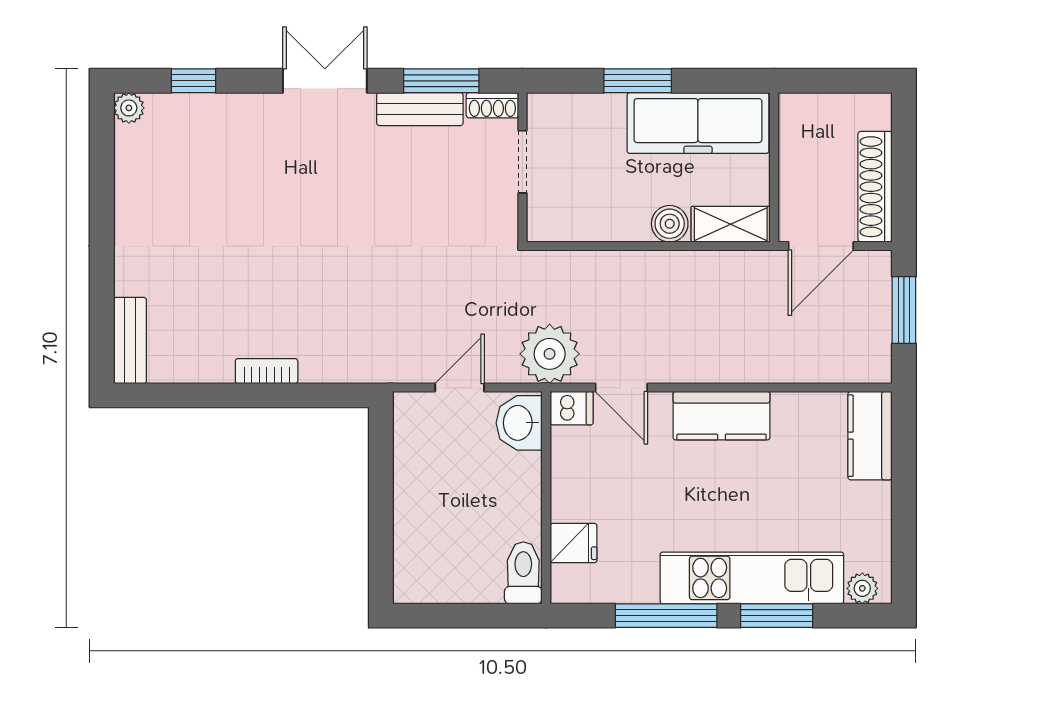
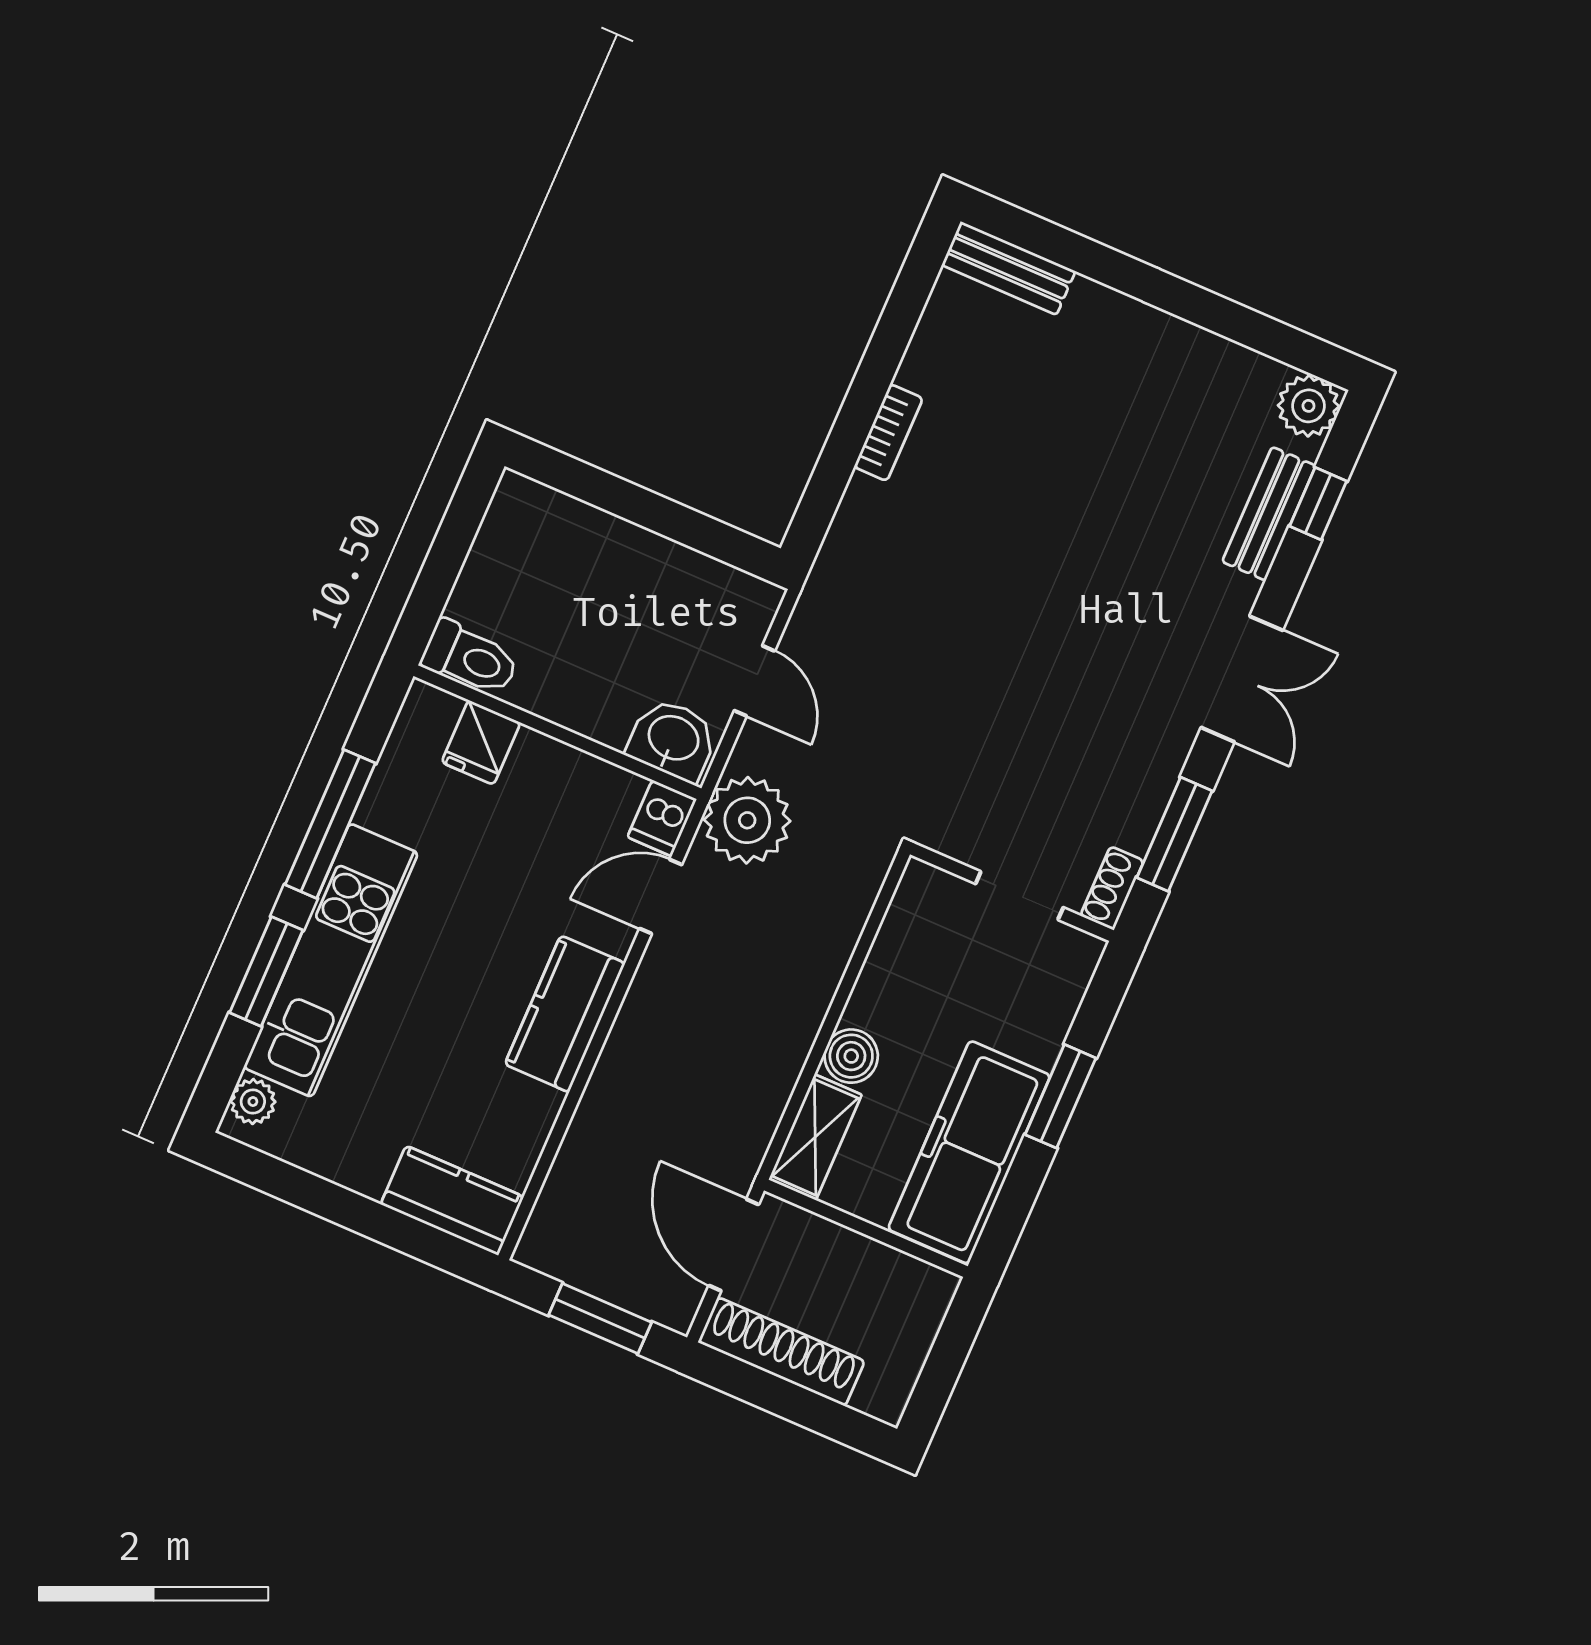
plant: (129, 108) -> (1308, 406), width x1.38, depth x1.38
bench: (420, 109) -> (1269, 514), moved

